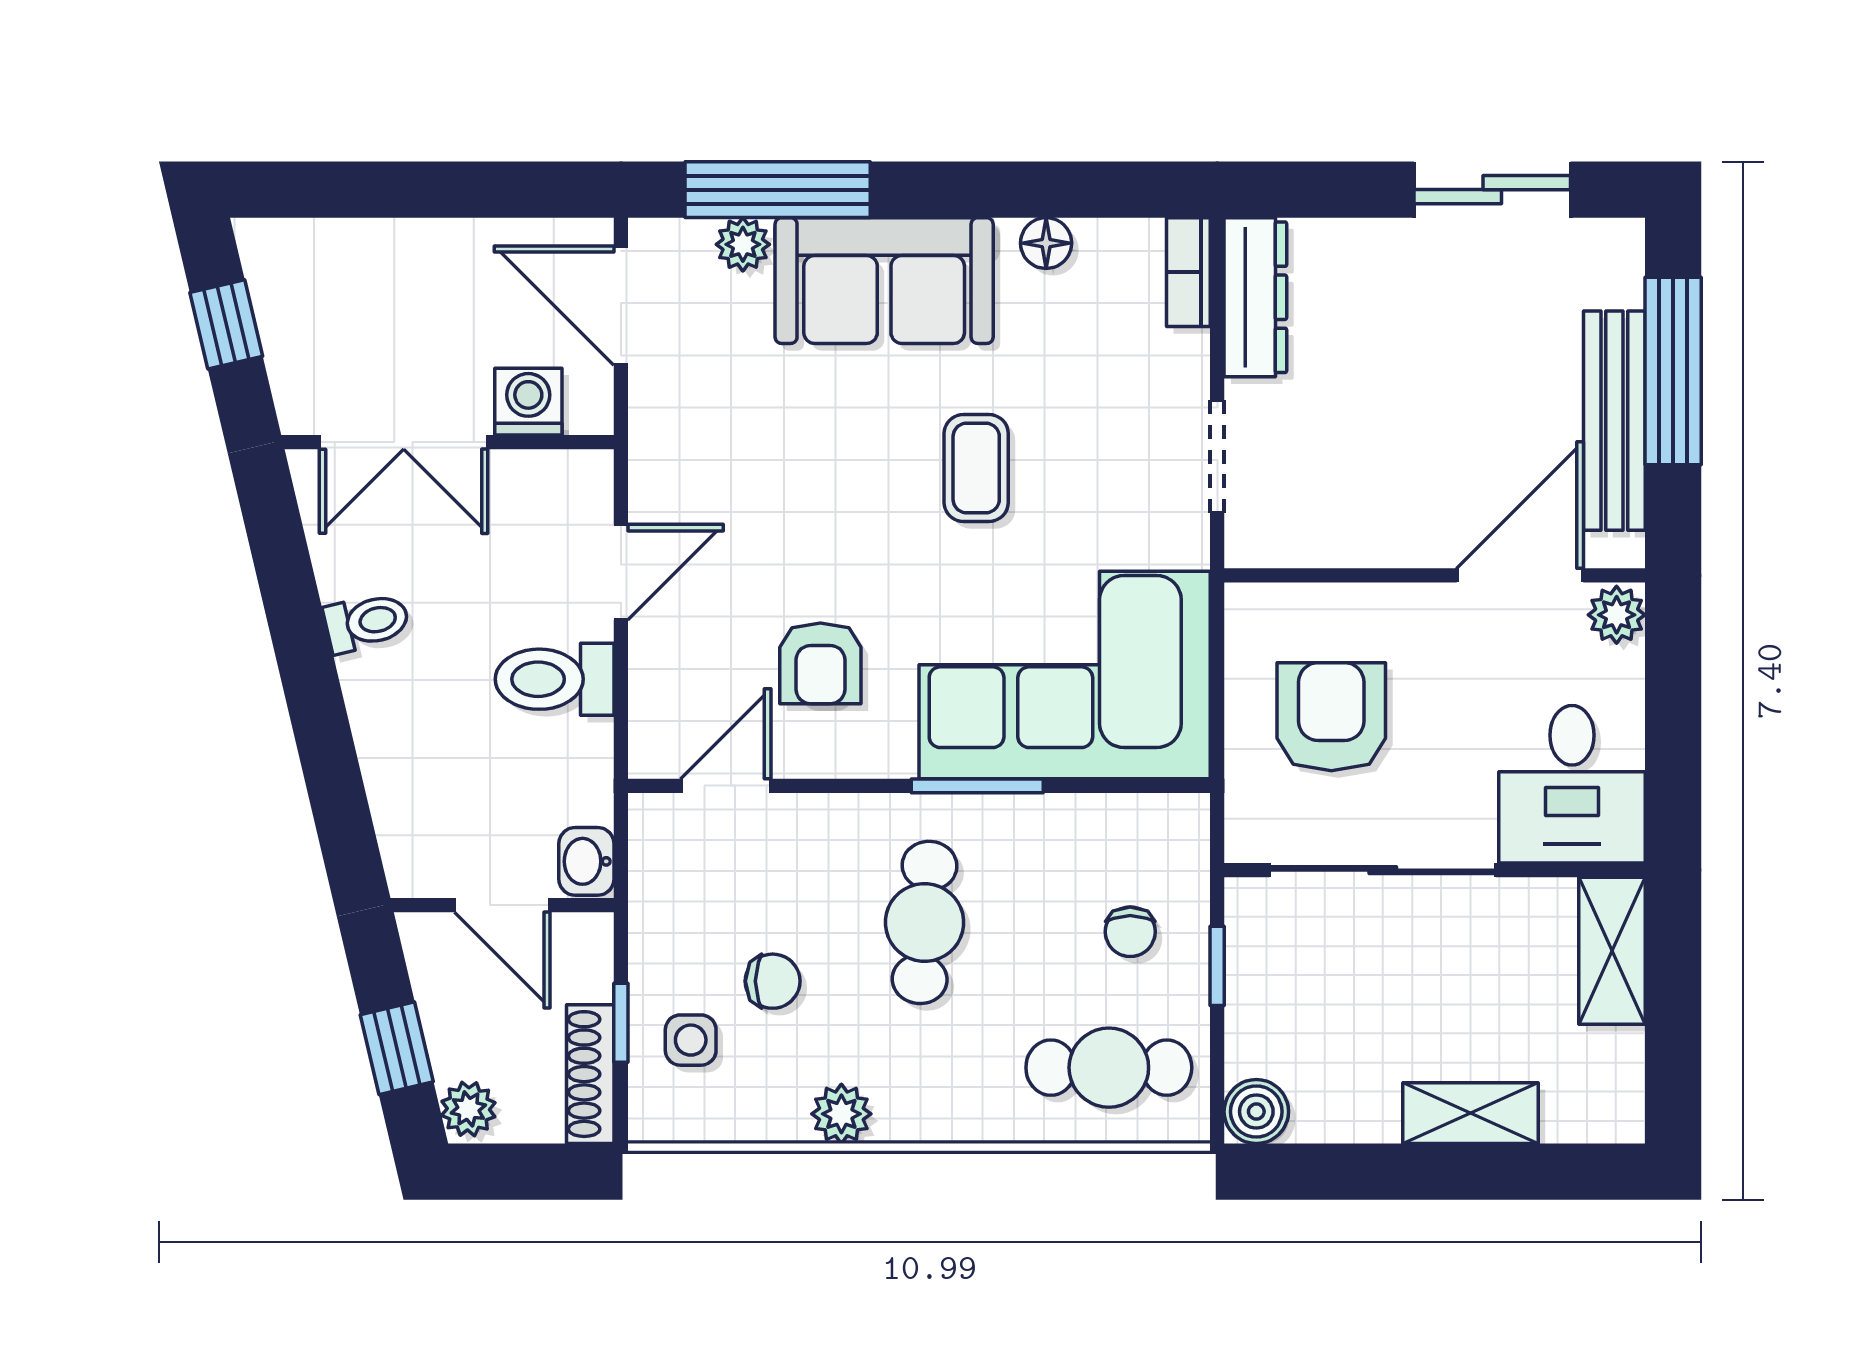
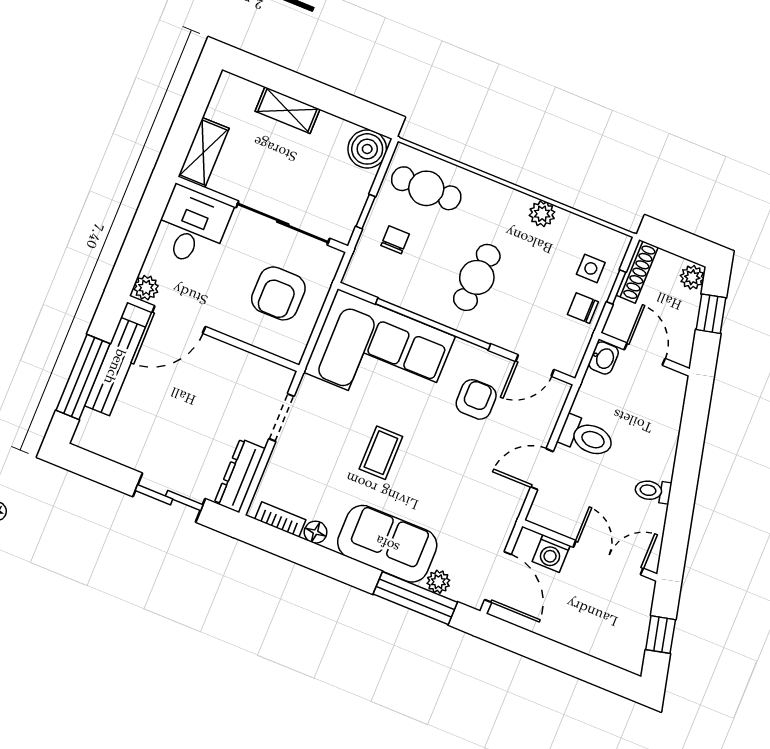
sliding door: (1492, 190) -> (169, 498), moved
bookcase: (1188, 272) -> (280, 520), moved, turned -90
window: (977, 786) -> (433, 324), width x2.11
chair: (773, 981) -> (583, 308), moved
boiler: (1256, 1112) -> (367, 149), width x1.36, depth x1.36

